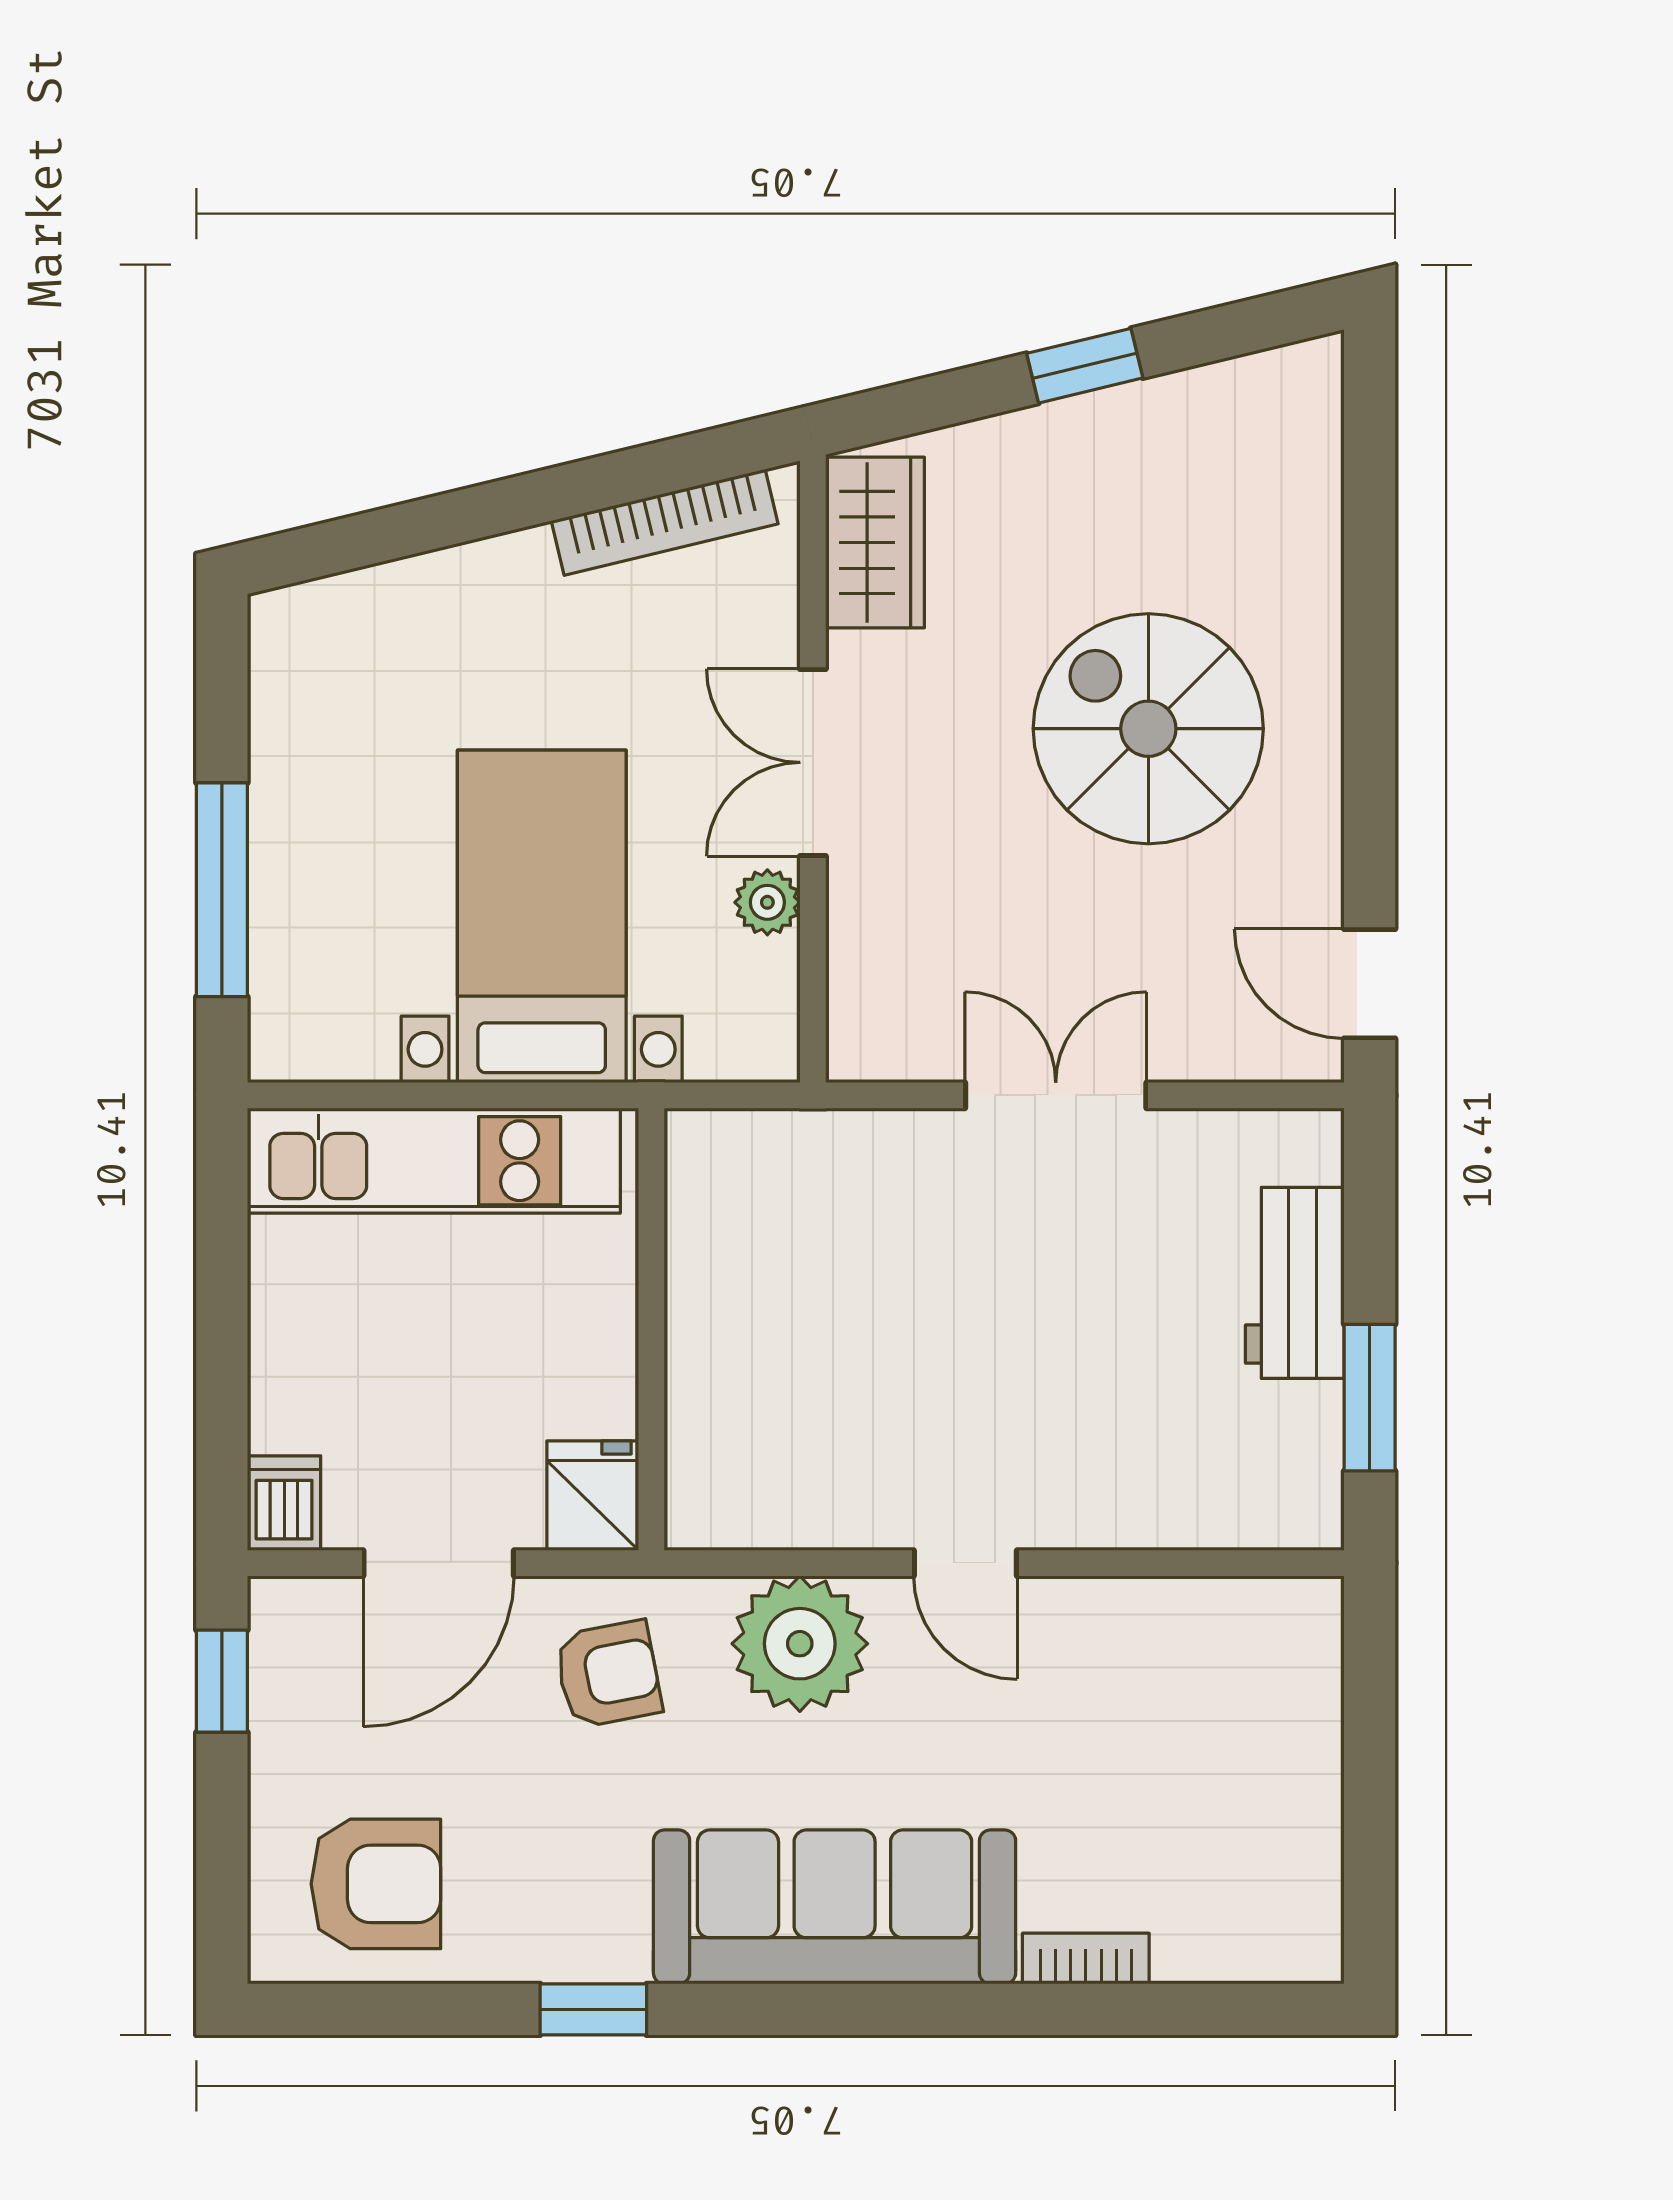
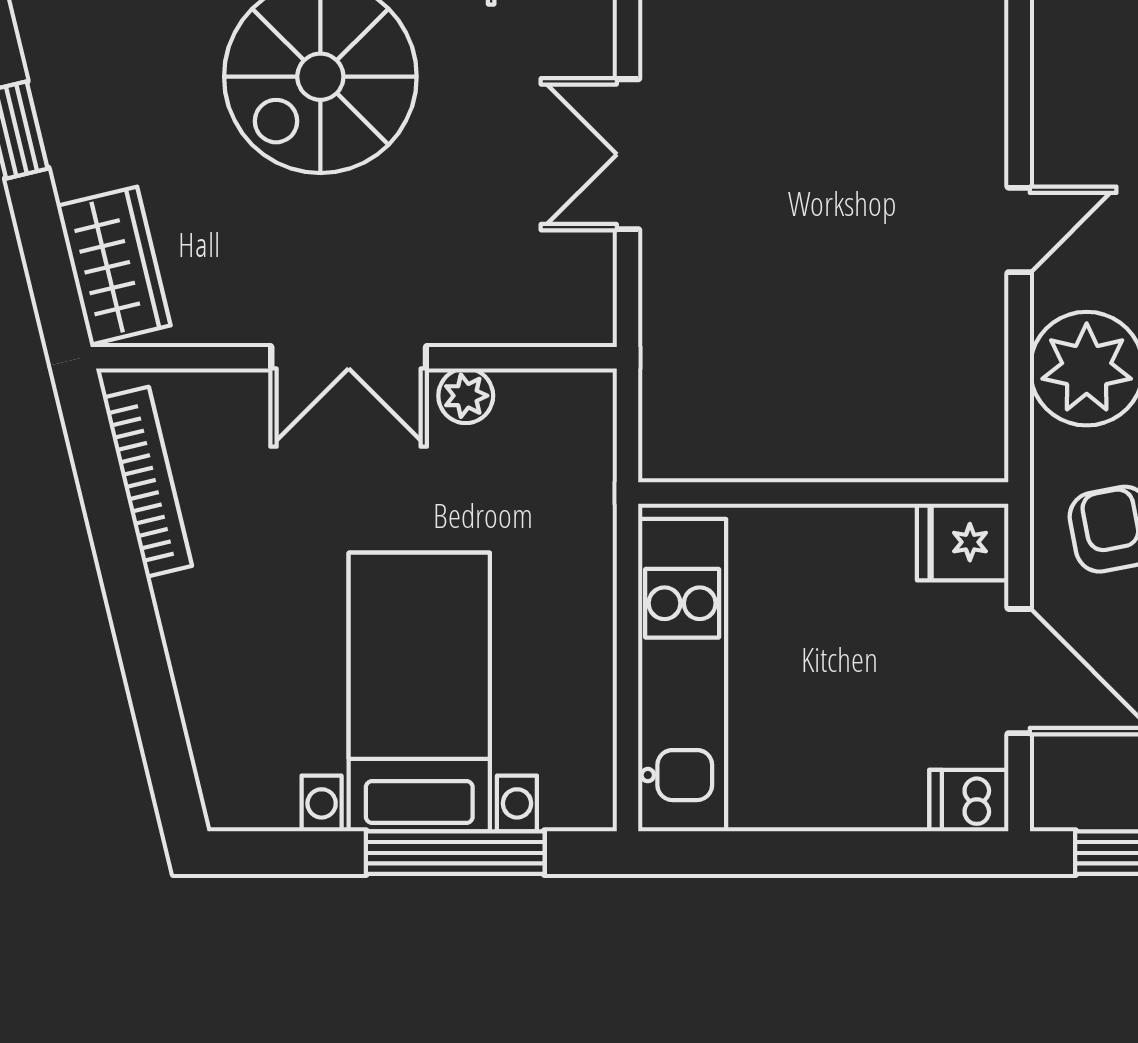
wardrobe: (875, 542) -> (114, 266), moved, turned 76
bed with nightstands: (542, 916) -> (419, 692), moved, turned 90

